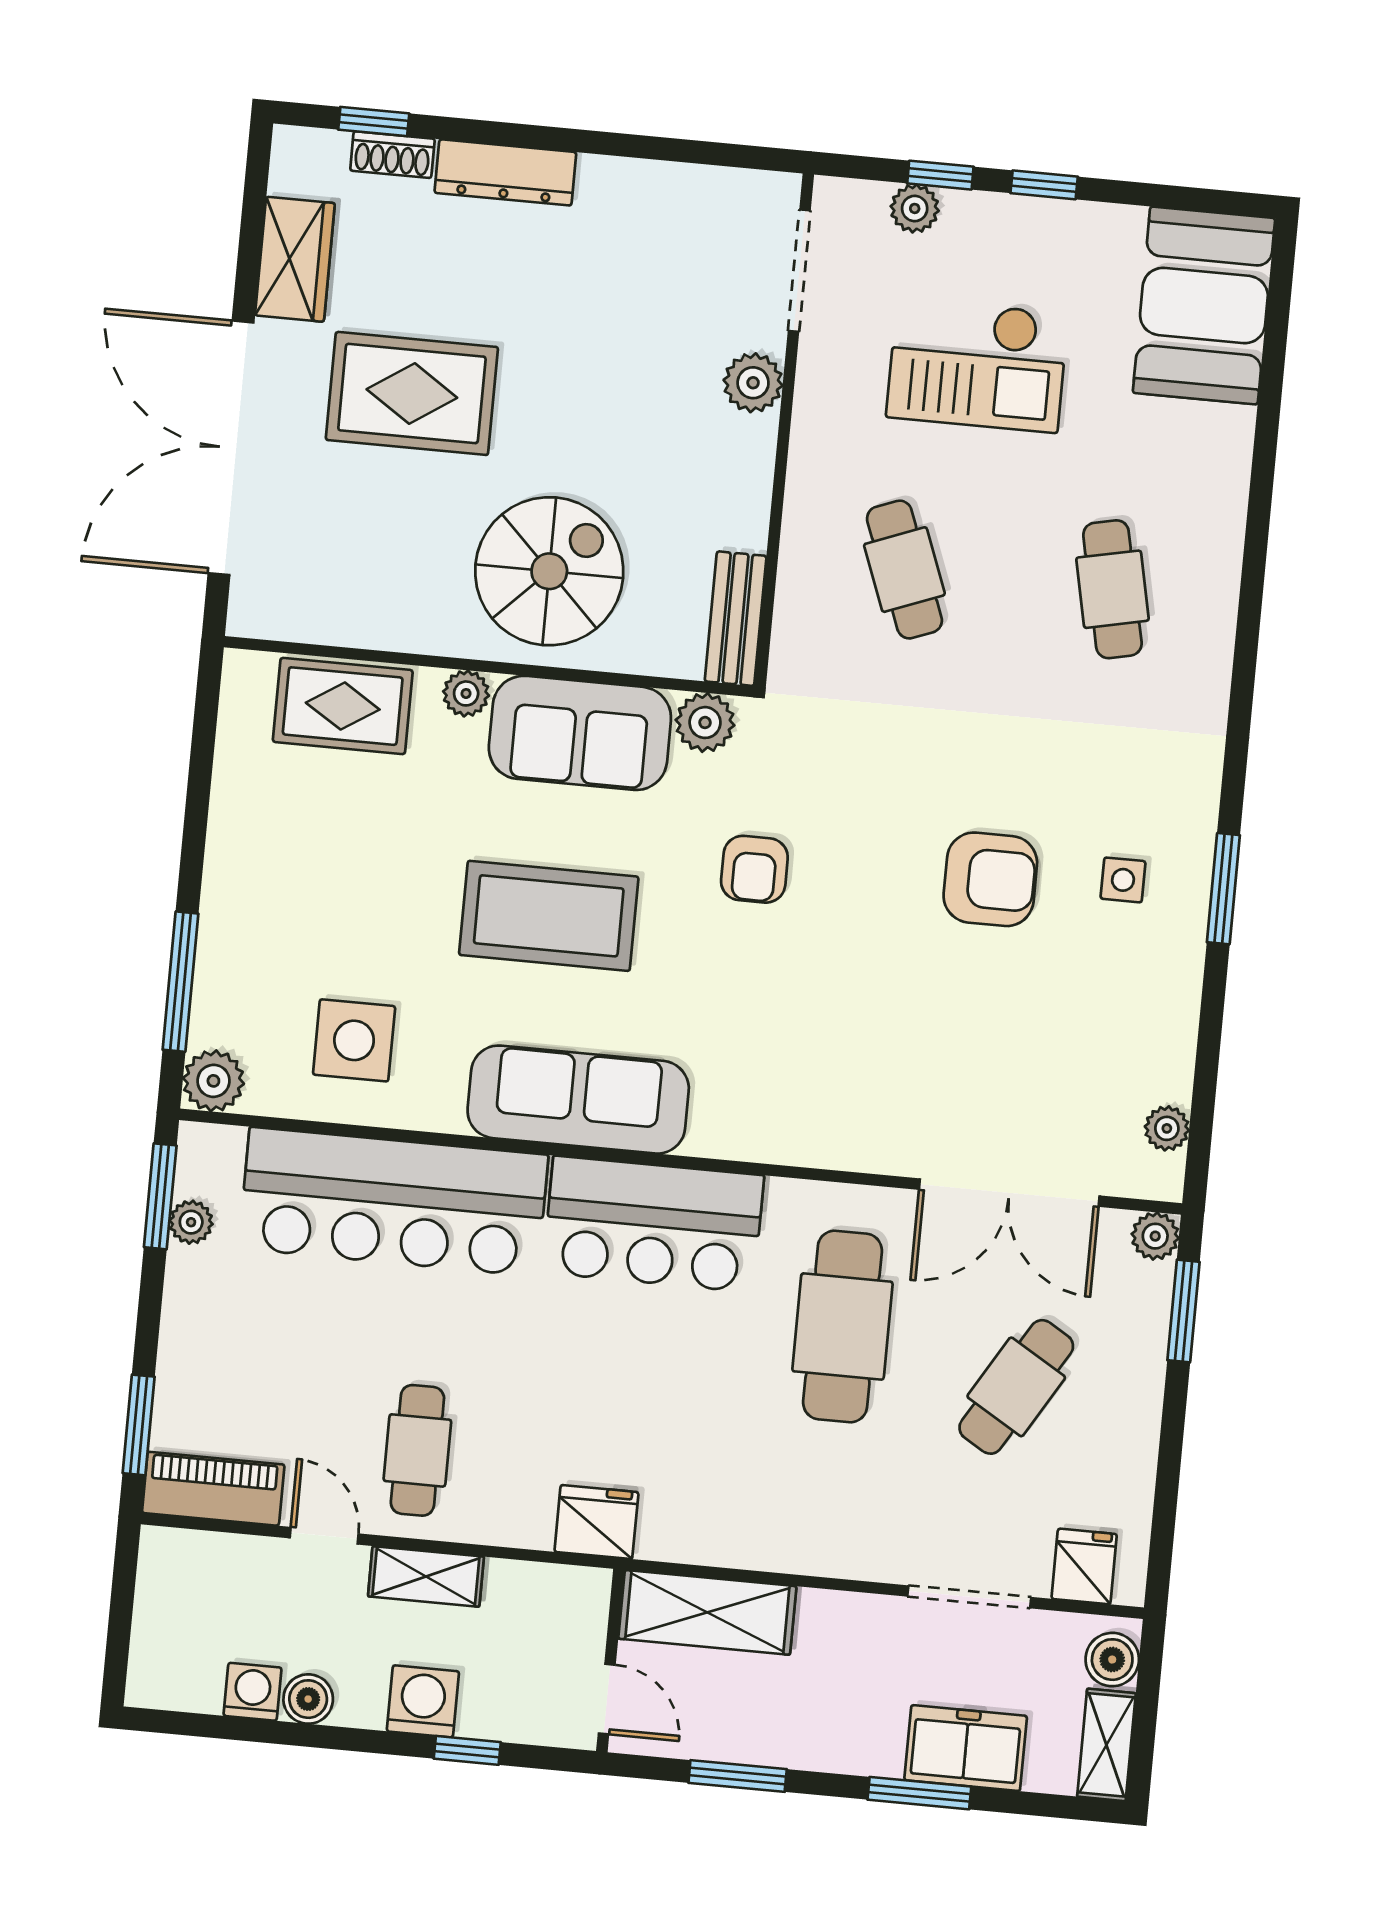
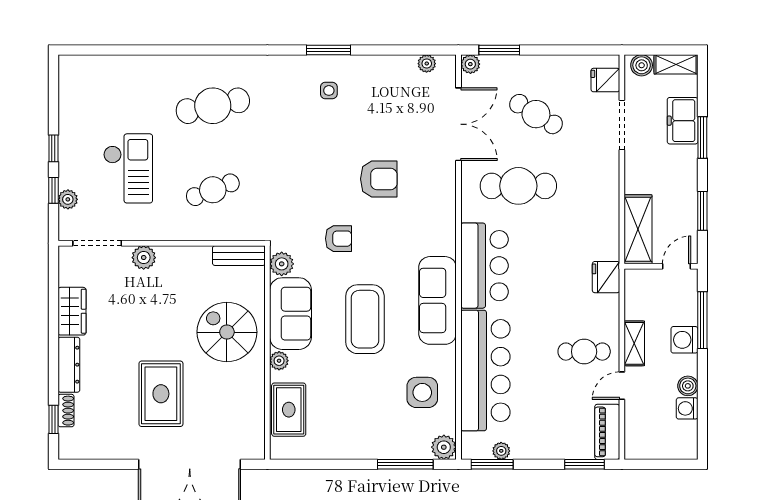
wardrobe: (295, 259) -> (72, 311), moved, turned 90
booth: (1204, 305) -> (96, 80), removed
cafe table: (1112, 589) -> (213, 106), width x1.37, depth x1.35
armchair: (990, 879) -> (379, 179), moved, turned 90
window: (467, 1750) -> (702, 320), width x2.17

